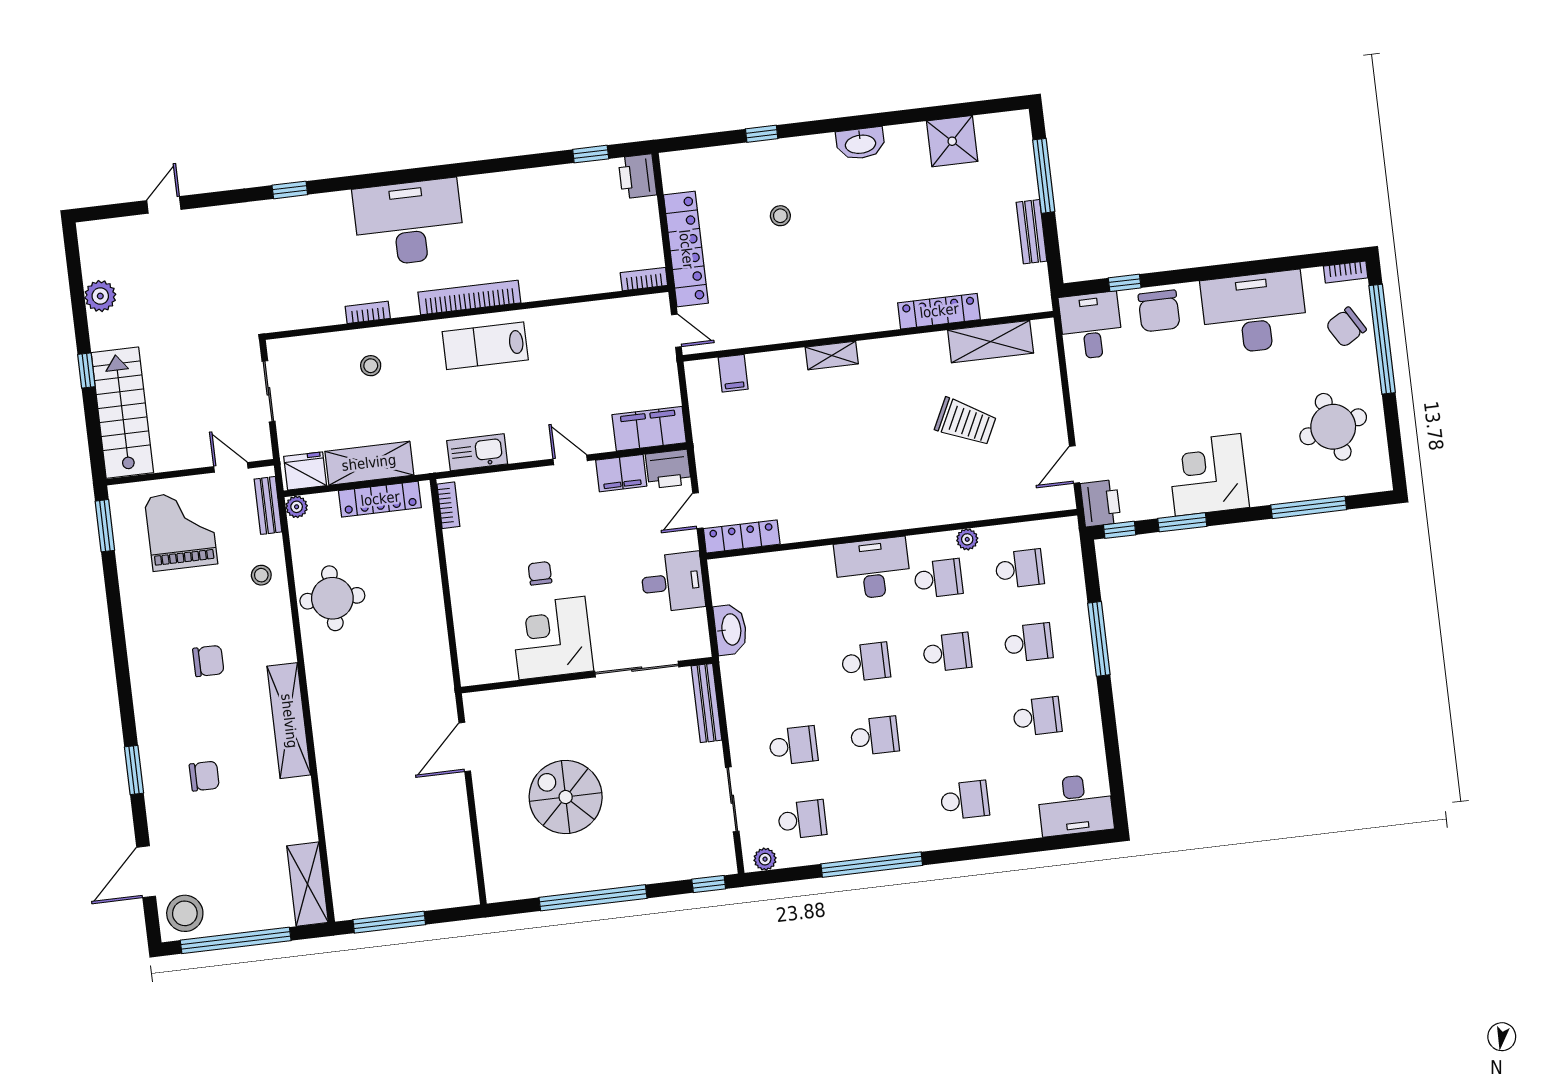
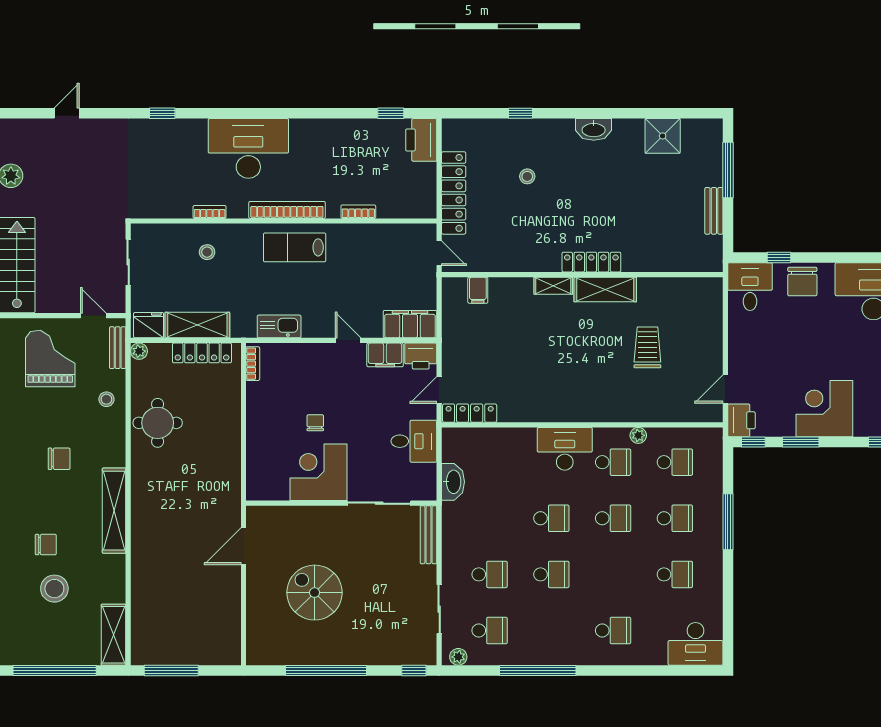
printer: (637, 176) -> (421, 140), width x1.37, depth x1.19
bookcase: (644, 279) -> (358, 212), moved
locker: (939, 311) -> (591, 262), moved
shelving: (991, 342) -> (605, 289), moved
trolley: (965, 422) -> (647, 347), turned -116
stool: (185, 913) -> (54, 589), moved

